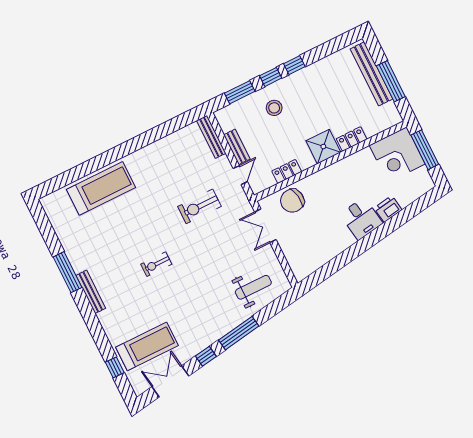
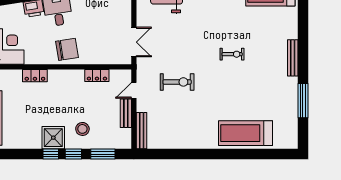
shower: (323, 147) -> (53, 138), moved
chair: (292, 201) -> (67, 49), moved
window: (68, 272) -> (303, 101), moved

